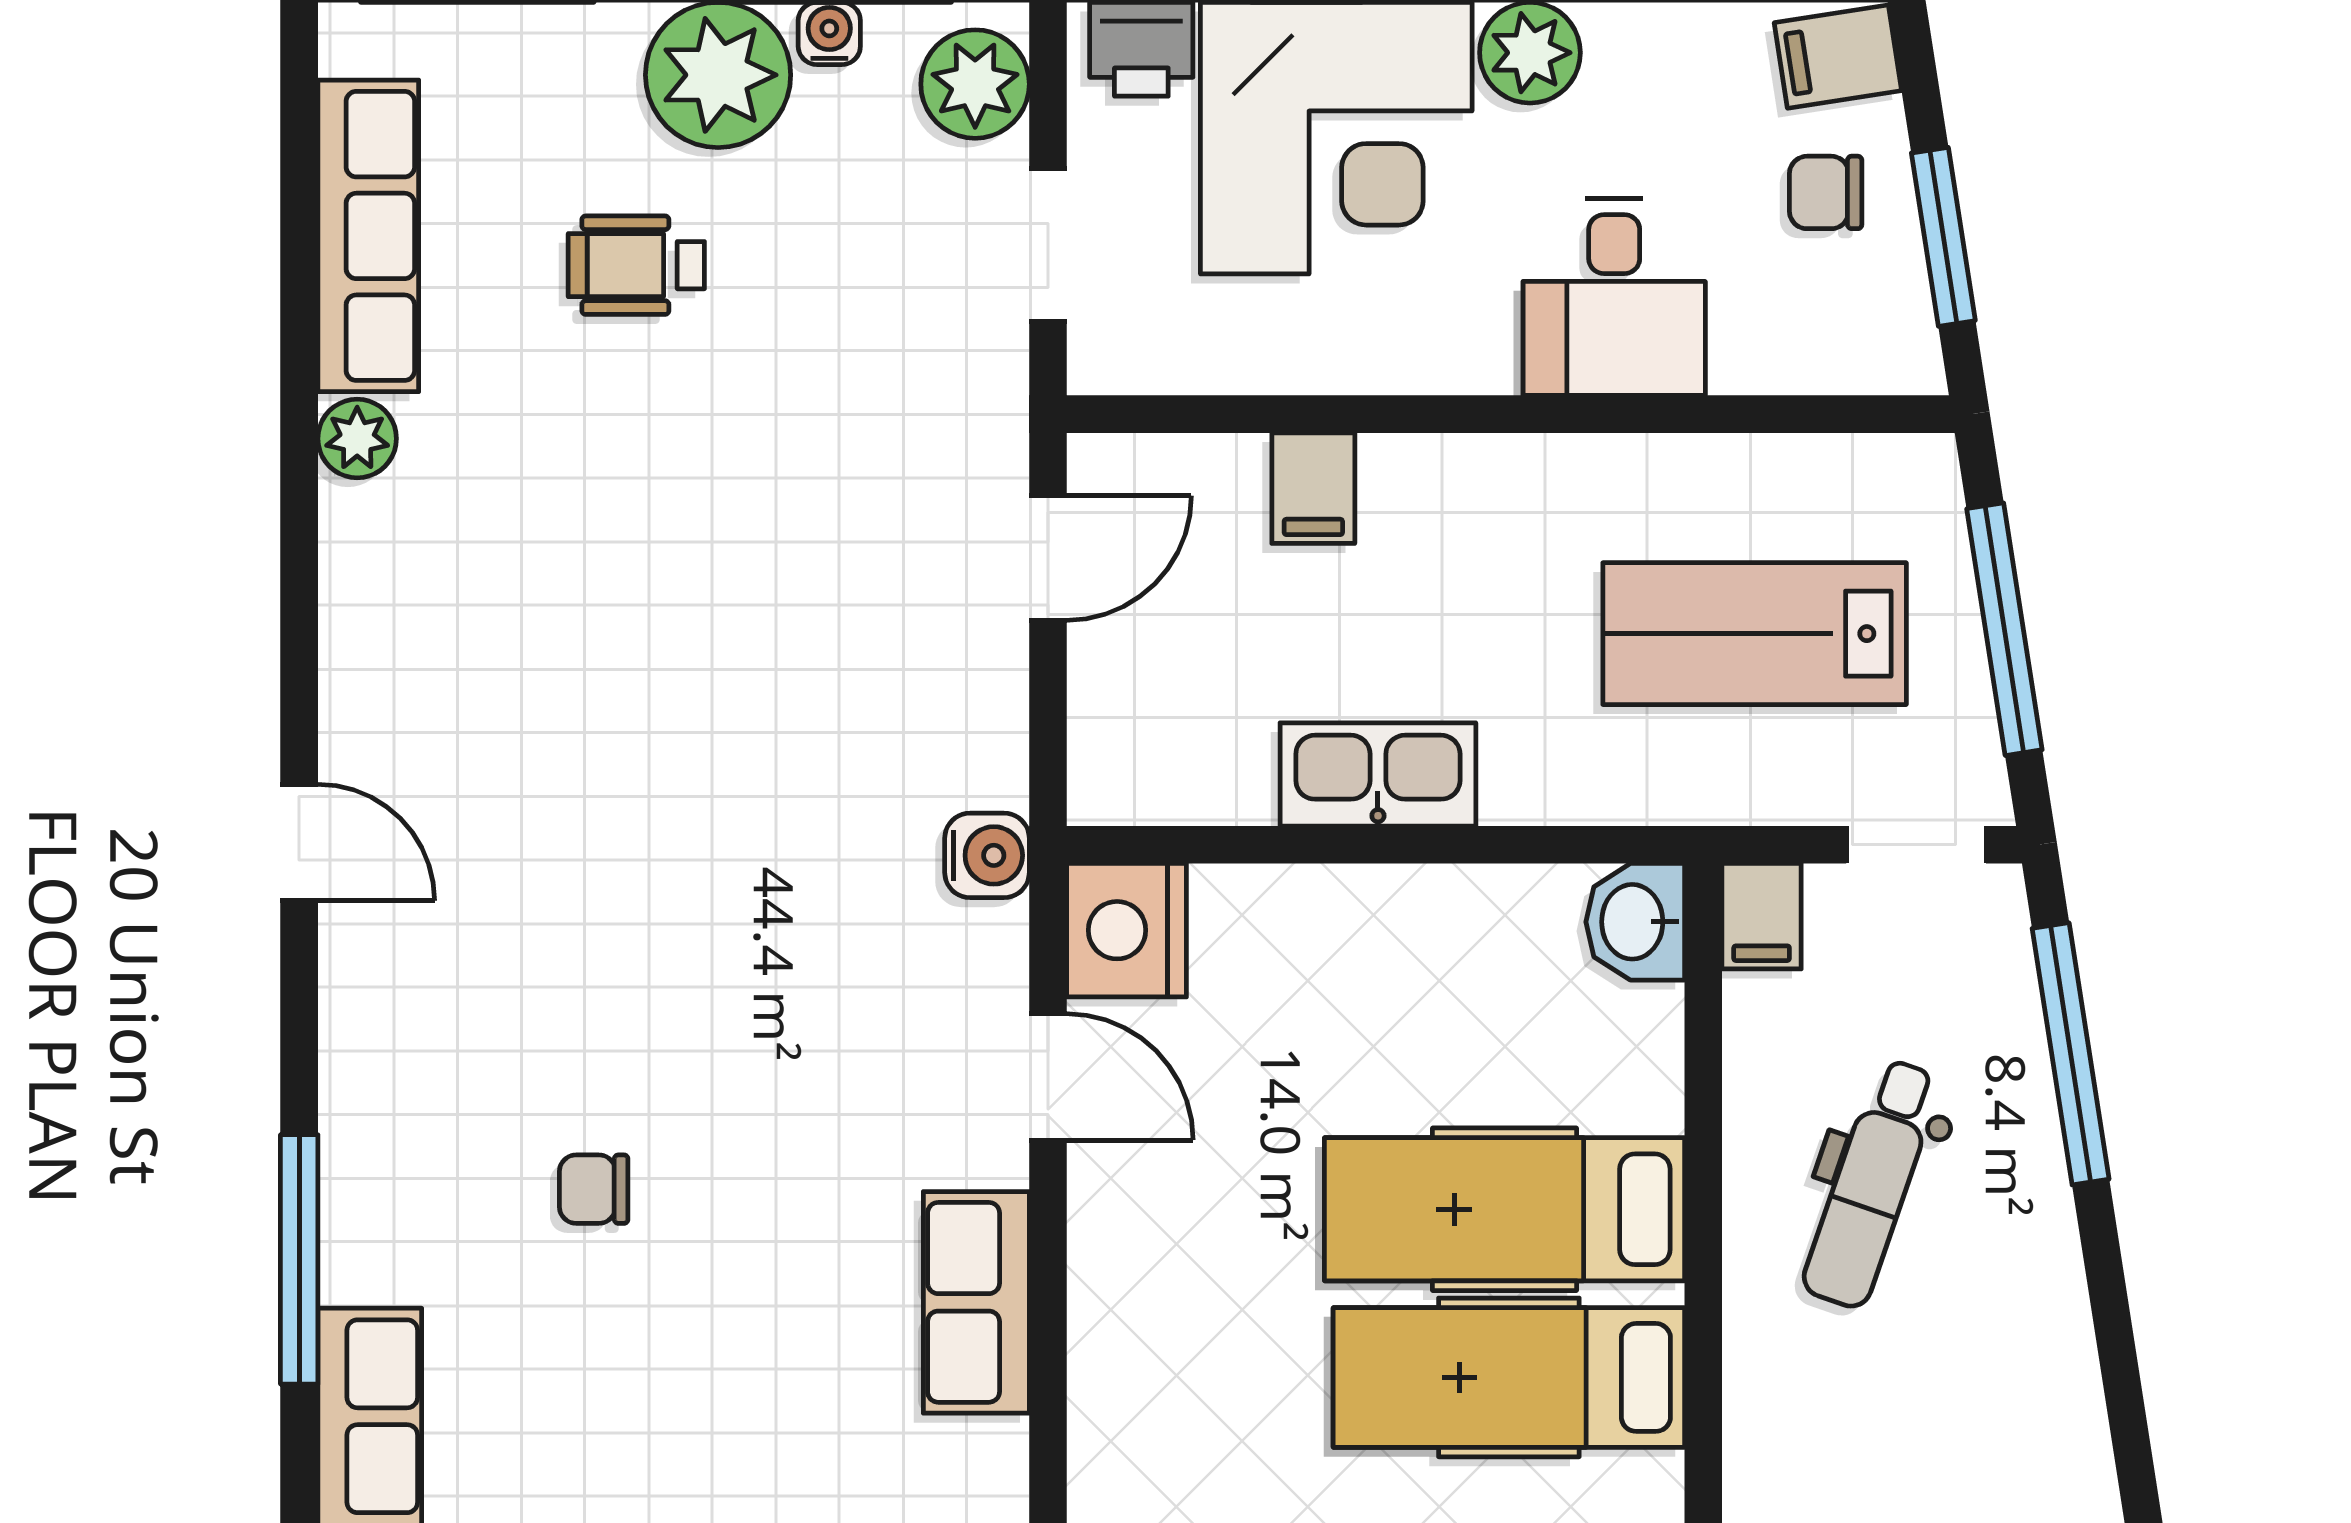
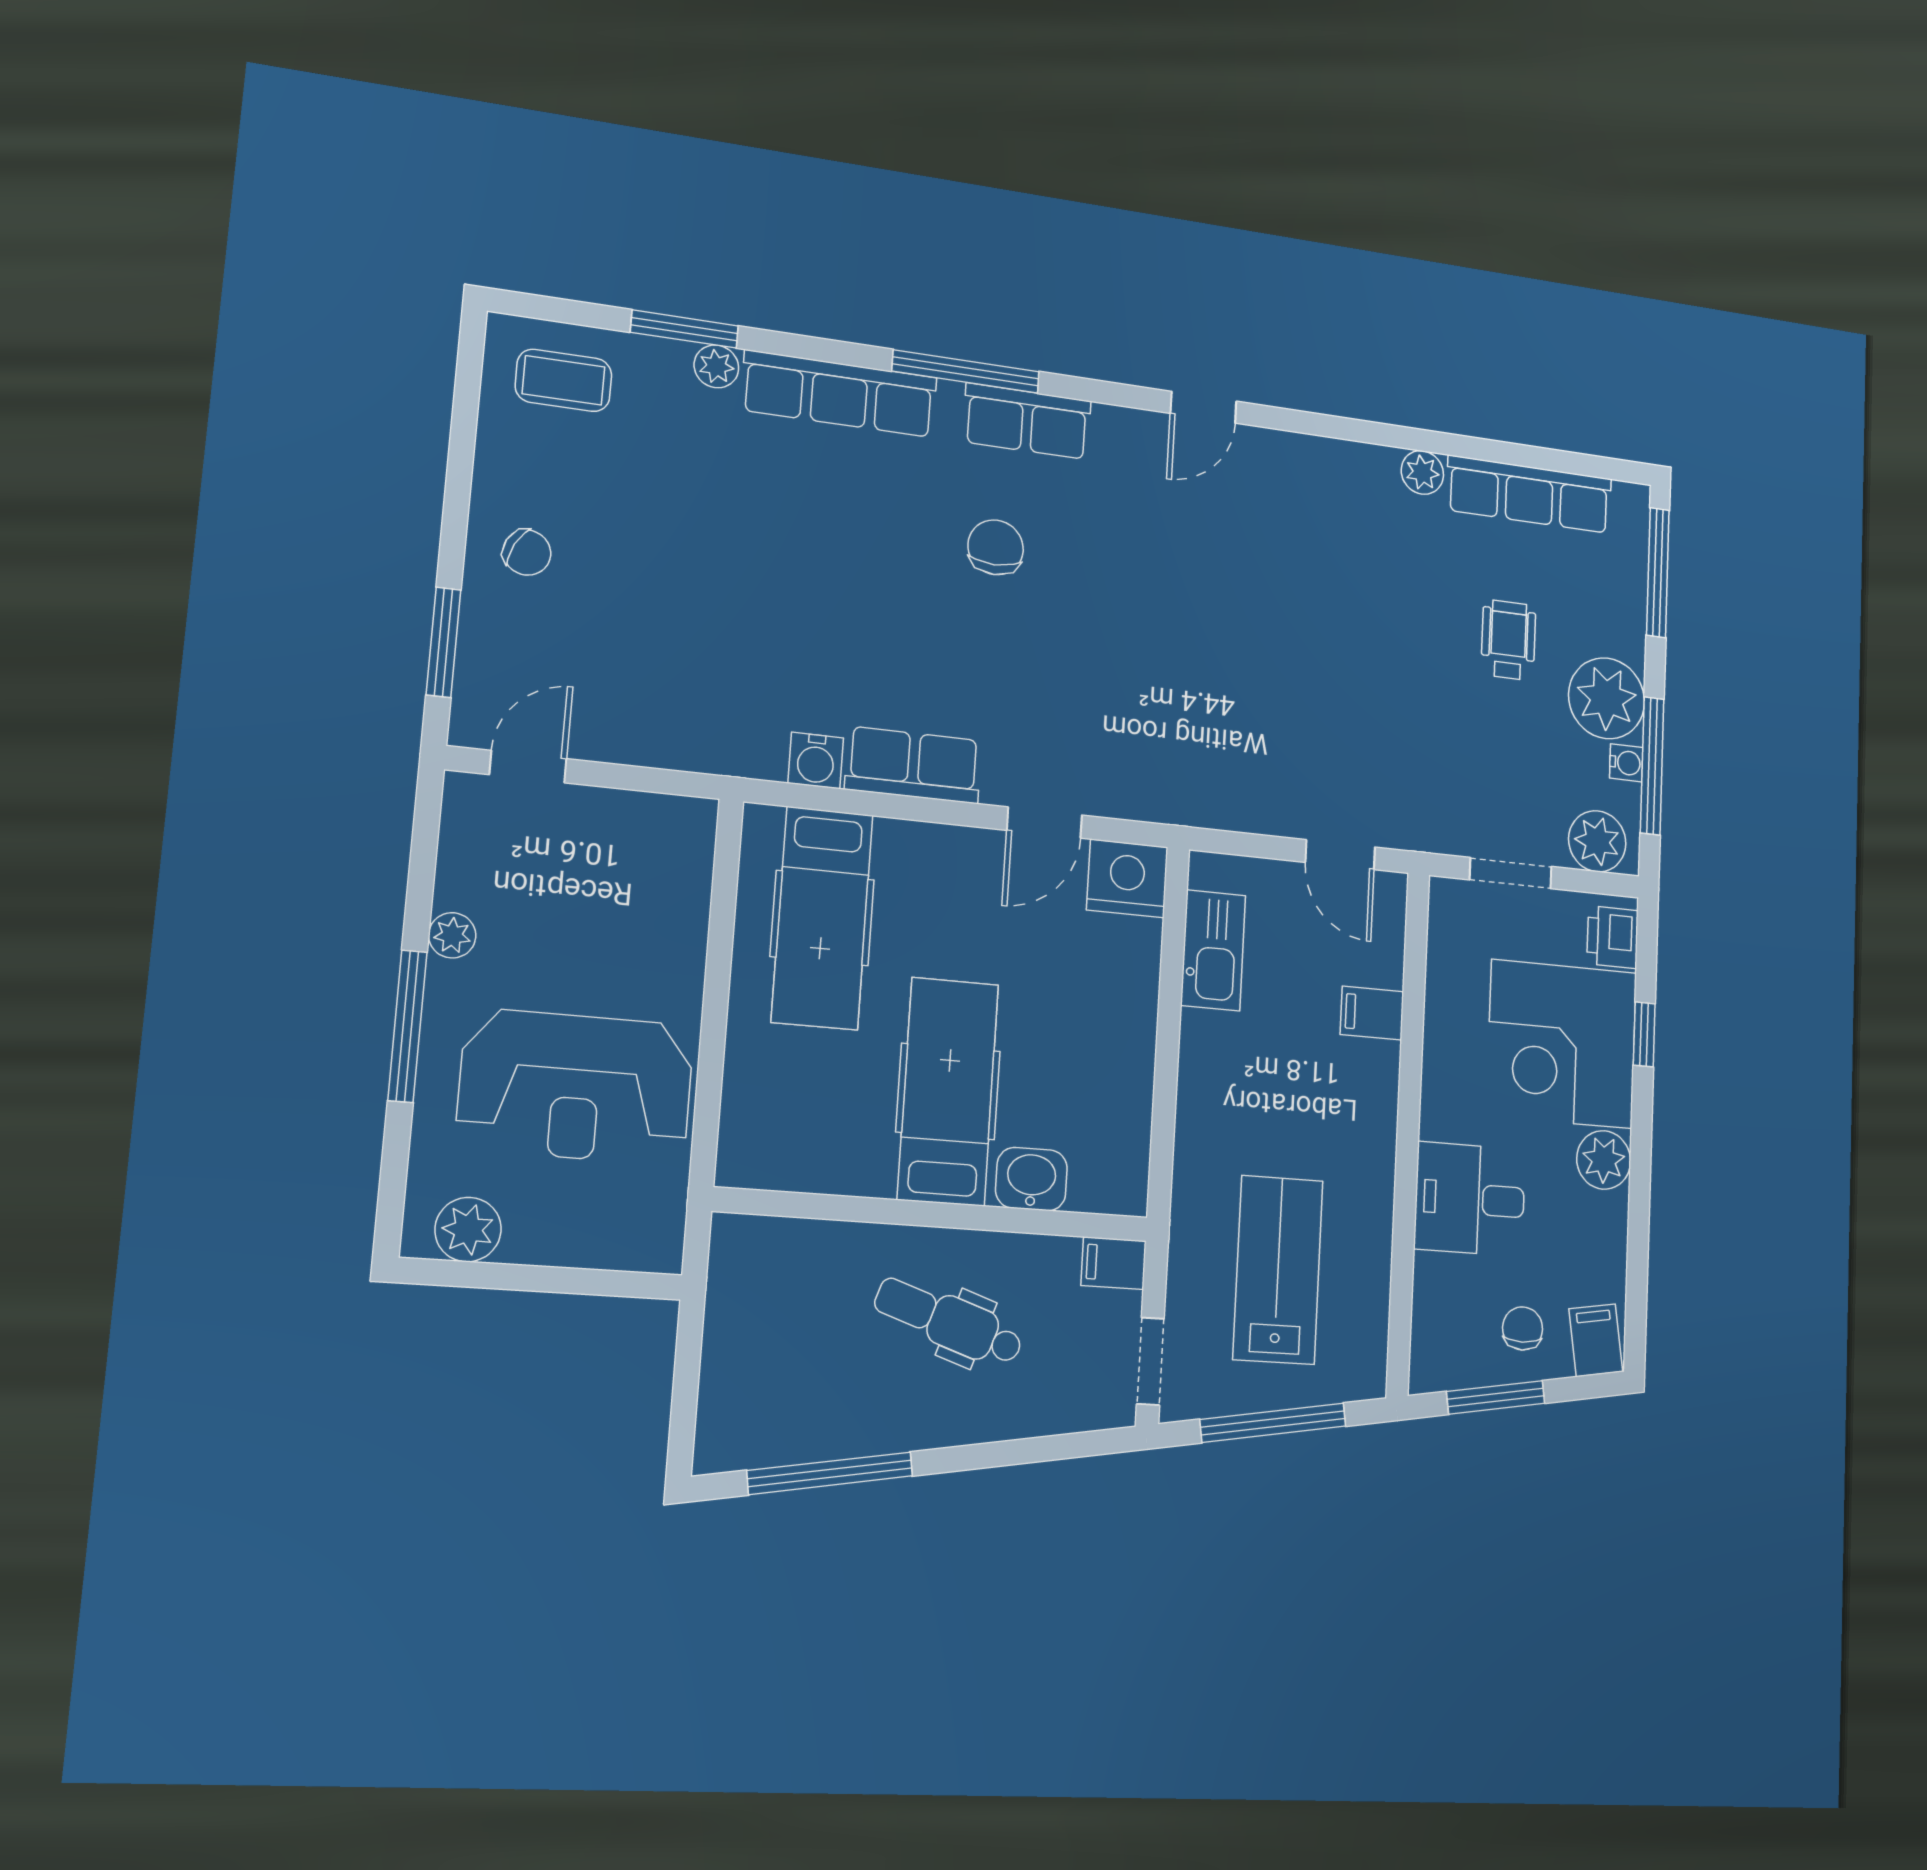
kitchen sink: (1378, 774) -> (1213, 950), moved
water cooler: (987, 855) -> (816, 761), moved
washbasin: (1635, 922) -> (1031, 1179), moved
window: (2071, 1054) -> (830, 1473), moved
row of seats: (370, 1149) -> (1027, 421), added
chair: (594, 1189) -> (996, 547), width x1.37, depth x1.37
hospital bed: (1509, 1377) -> (822, 918), moved, turned 180

